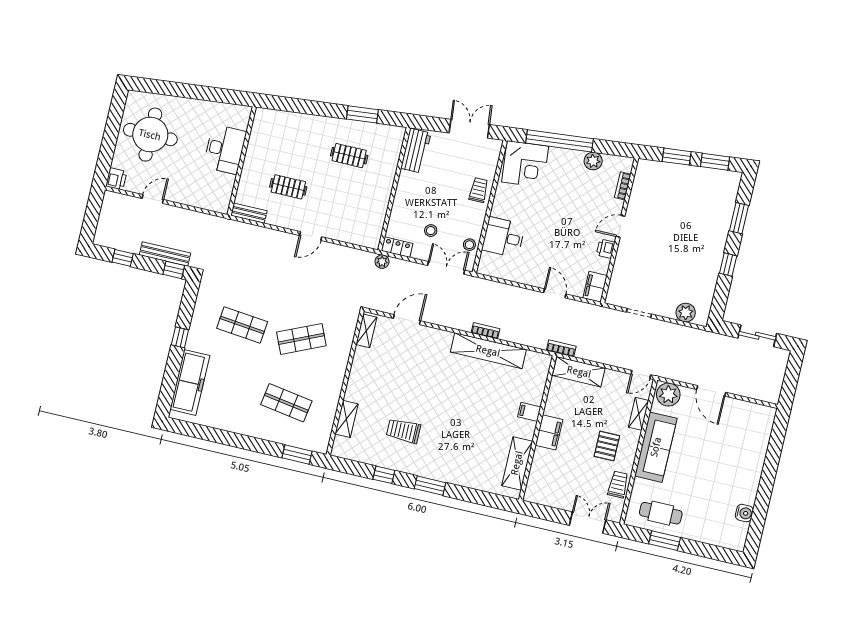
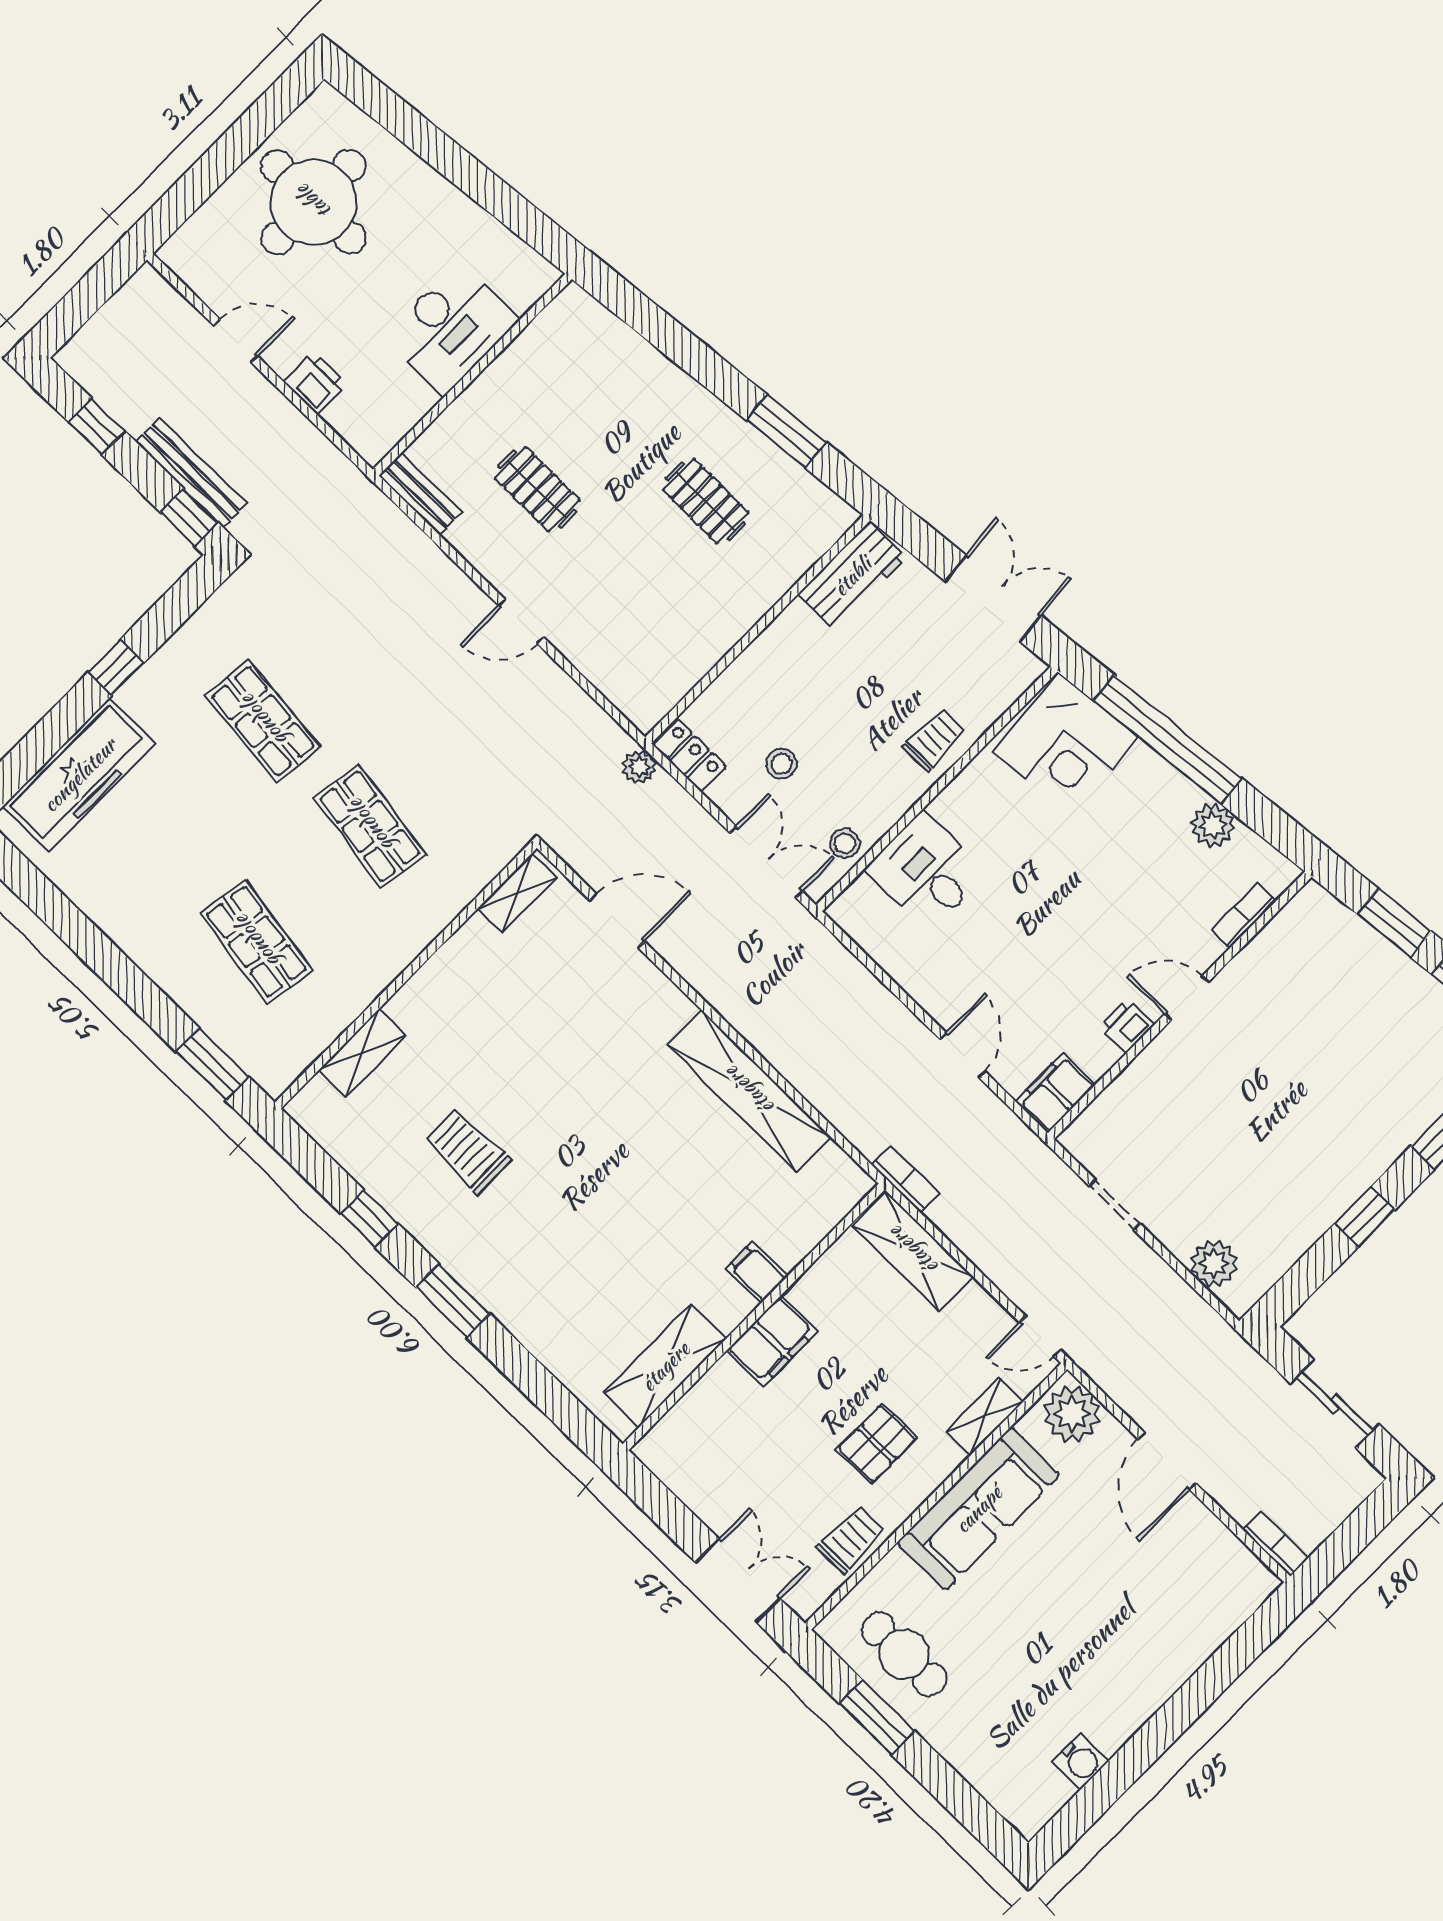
printer: (116, 179) -> (315, 383), moved, turned -90
bookcase: (486, 331) -> (1276, 1544), moved
shop shelf: (301, 339) -> (370, 826), turned 33

